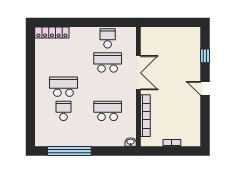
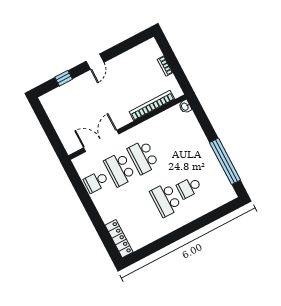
double door: (138, 73) -> (101, 141), moved
school desk: (108, 111) -> (143, 157), moved

